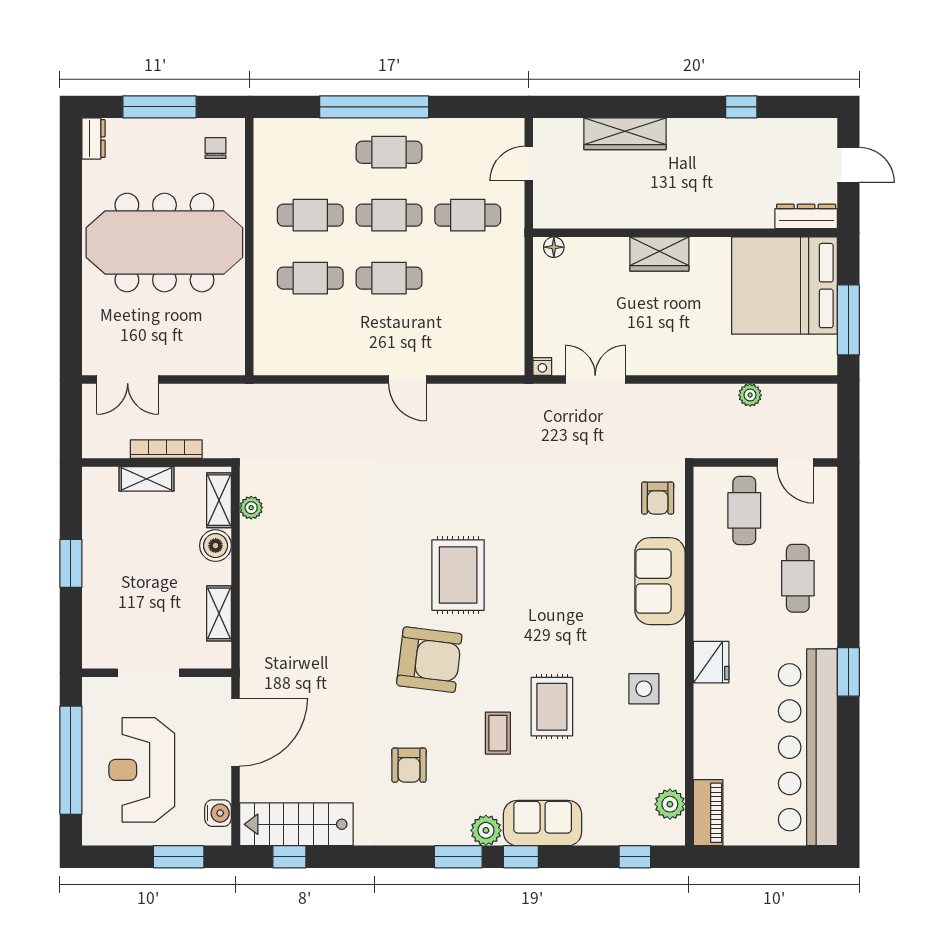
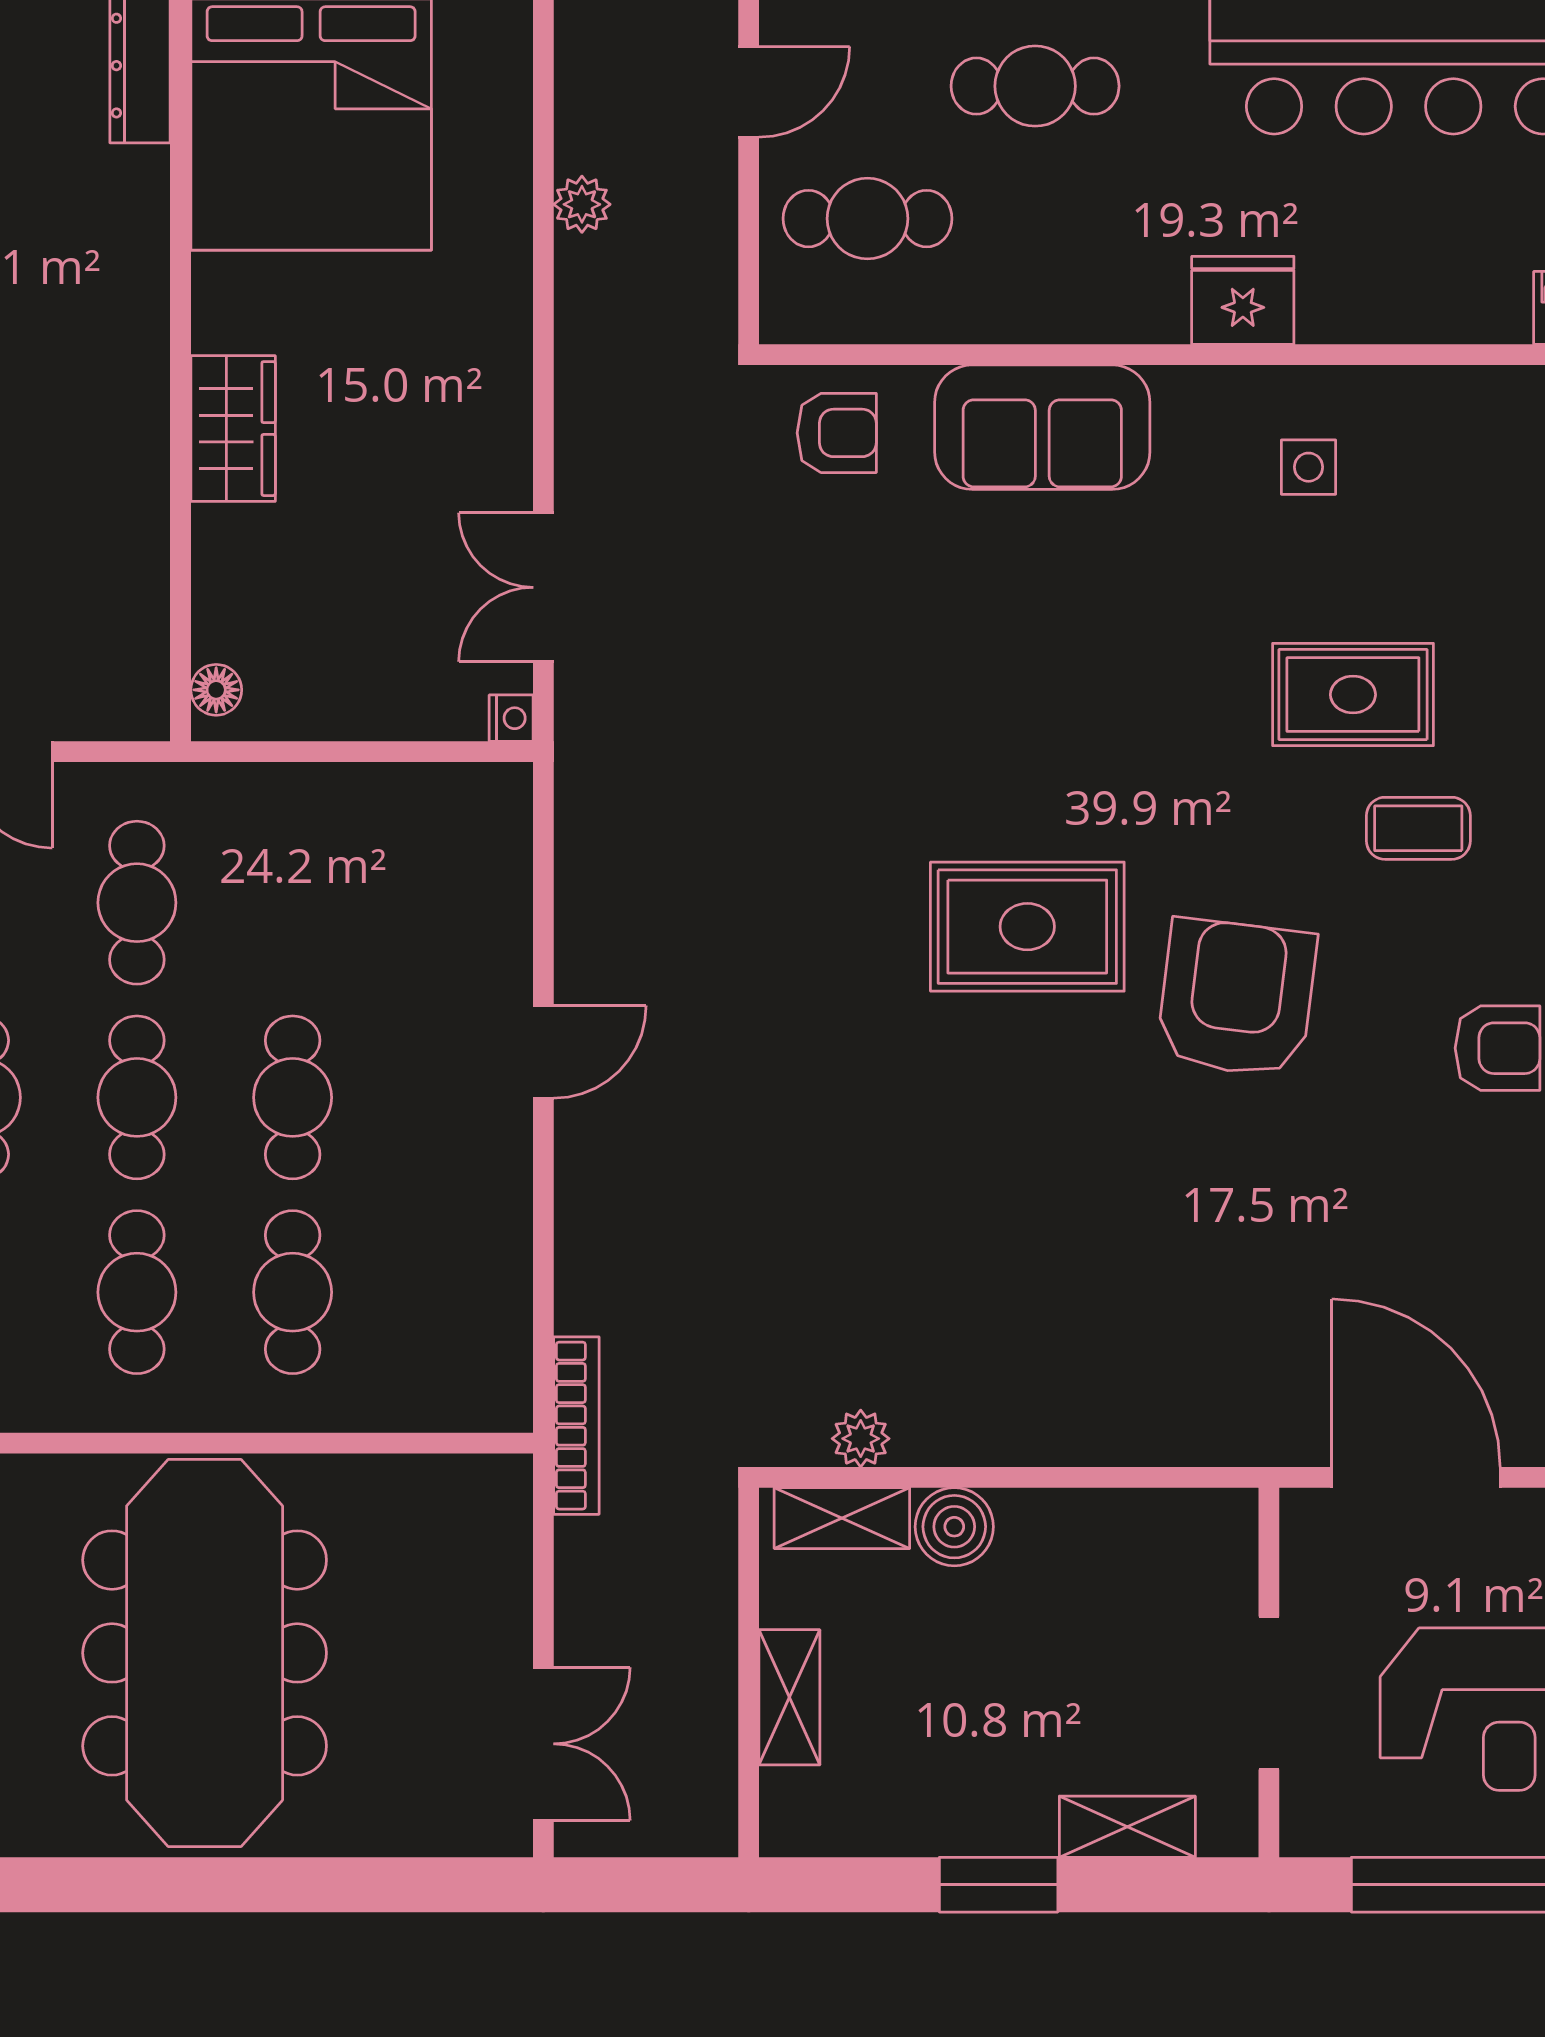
bookcase: (166, 449) -> (576, 1426), moved, turned 180
shelving: (219, 613) -> (1127, 1827), moved
side table: (644, 689) -> (1309, 467), width x0.73, depth x0.73

